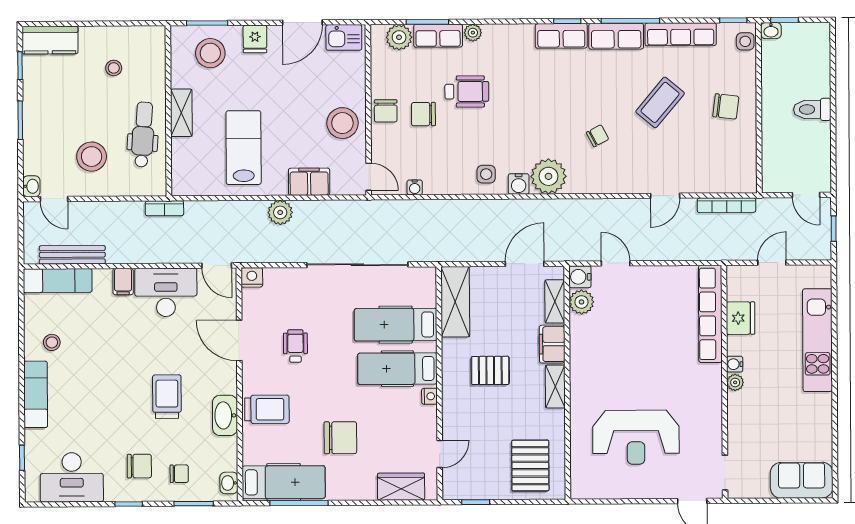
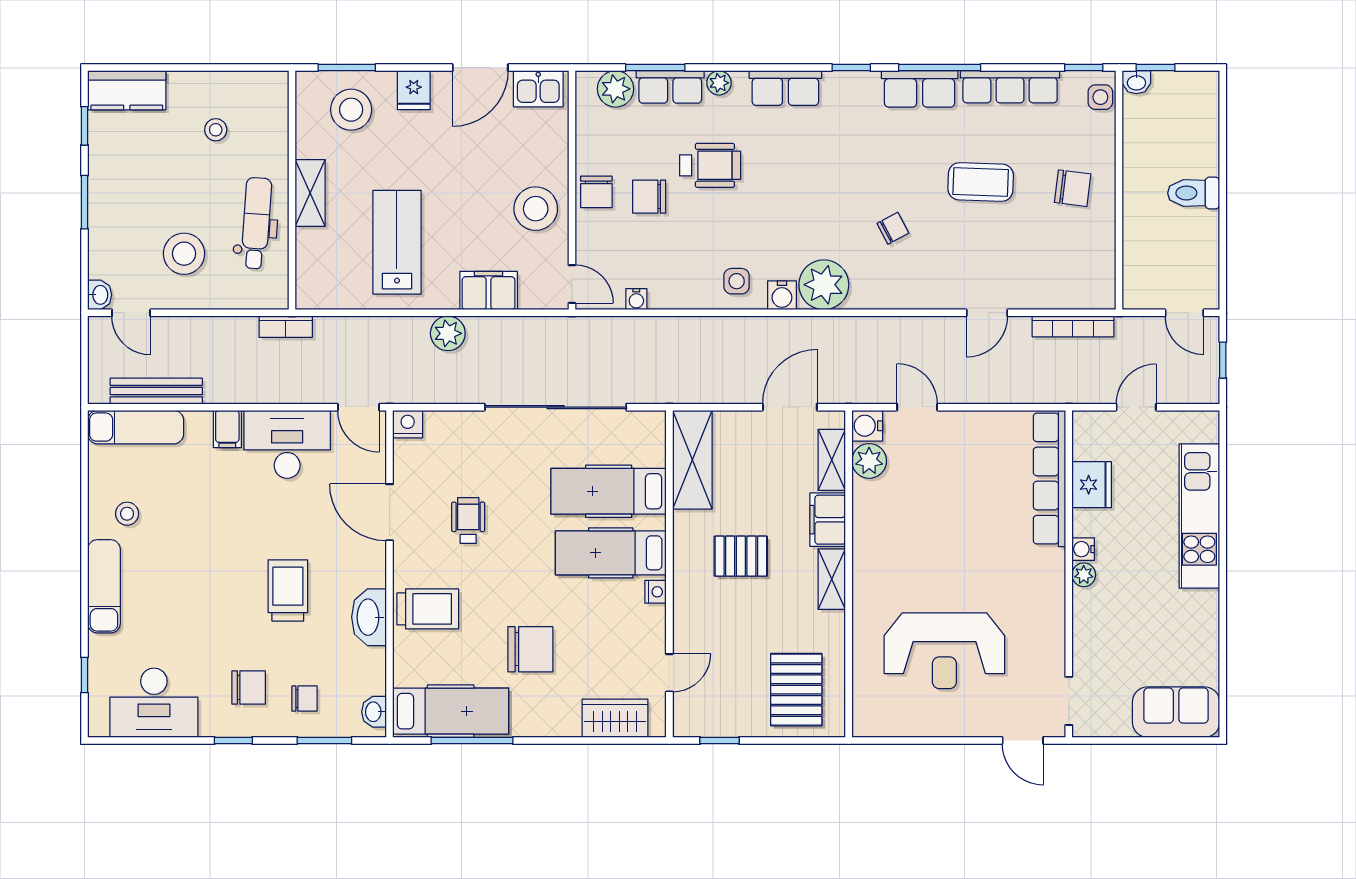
row of seats: (561, 36) -> (785, 88), moved
coffee table: (660, 102) -> (981, 182), turned 52

